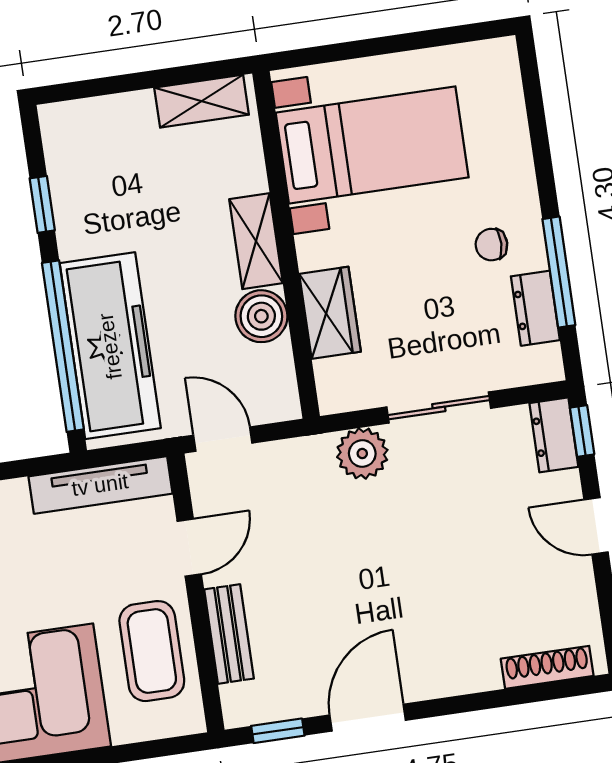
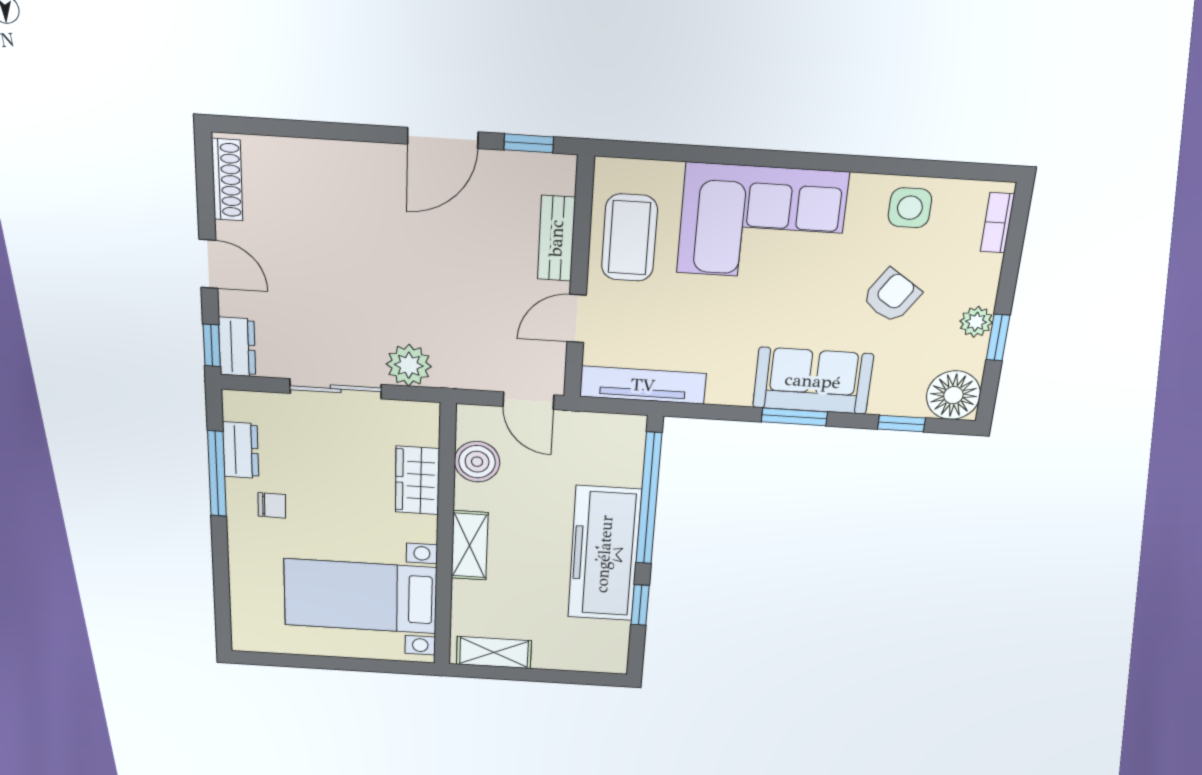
boiler: (261, 316) -> (477, 462), moved
freezer: (110, 346) -> (604, 554), moved
shoe rack: (547, 667) -> (227, 180), moved, turned -90

